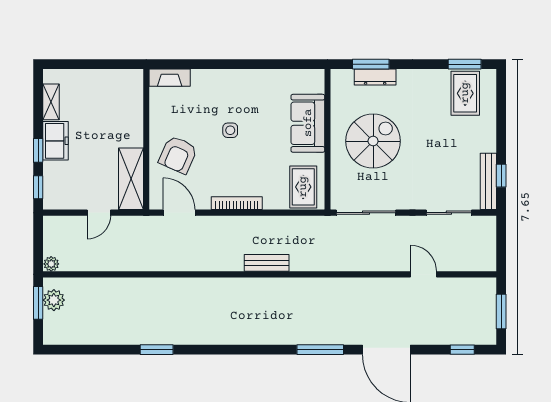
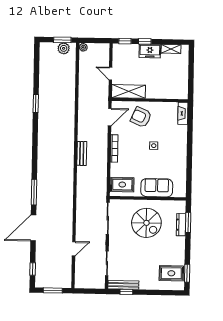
bench: (267, 263) -> (82, 153), moved

